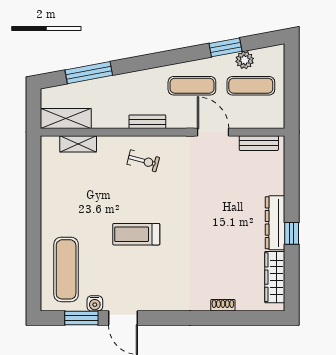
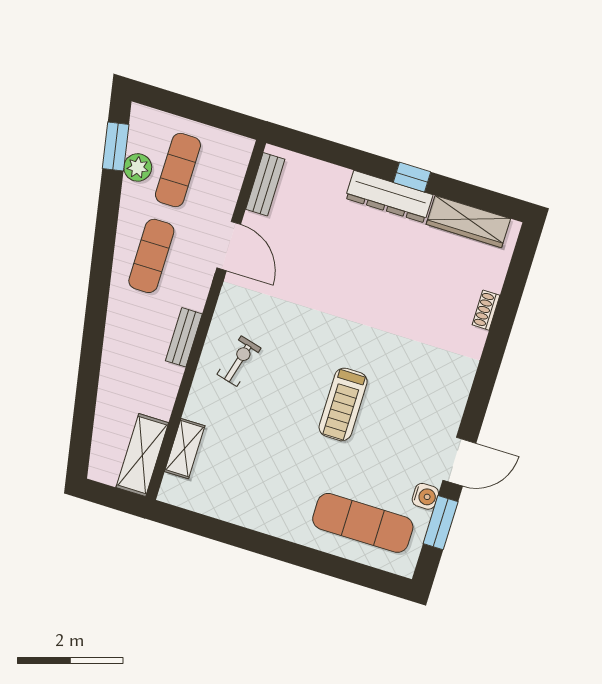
window: (225, 47) -> (116, 147), moved
window: (89, 73) -> (86, 401), removed
door: (213, 132) -> (229, 246), swing flipped

